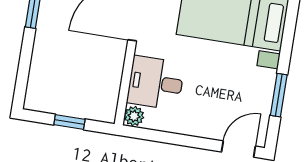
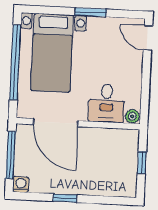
window: (279, 95) -> (91, 12), moved

